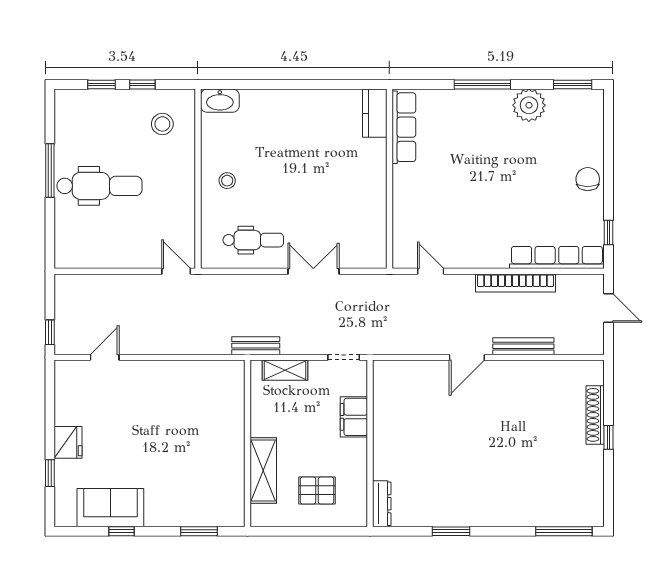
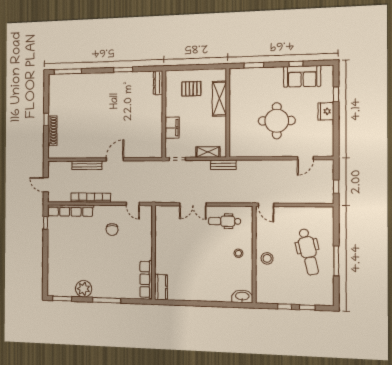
stool: (162, 124) -> (267, 258), moved
chair: (588, 179) -> (112, 230), moved
dental chair: (99, 186) -> (308, 252), turned -103
window: (50, 332) -> (336, 187), moved
round table: (157, 427) -> (277, 121), added

